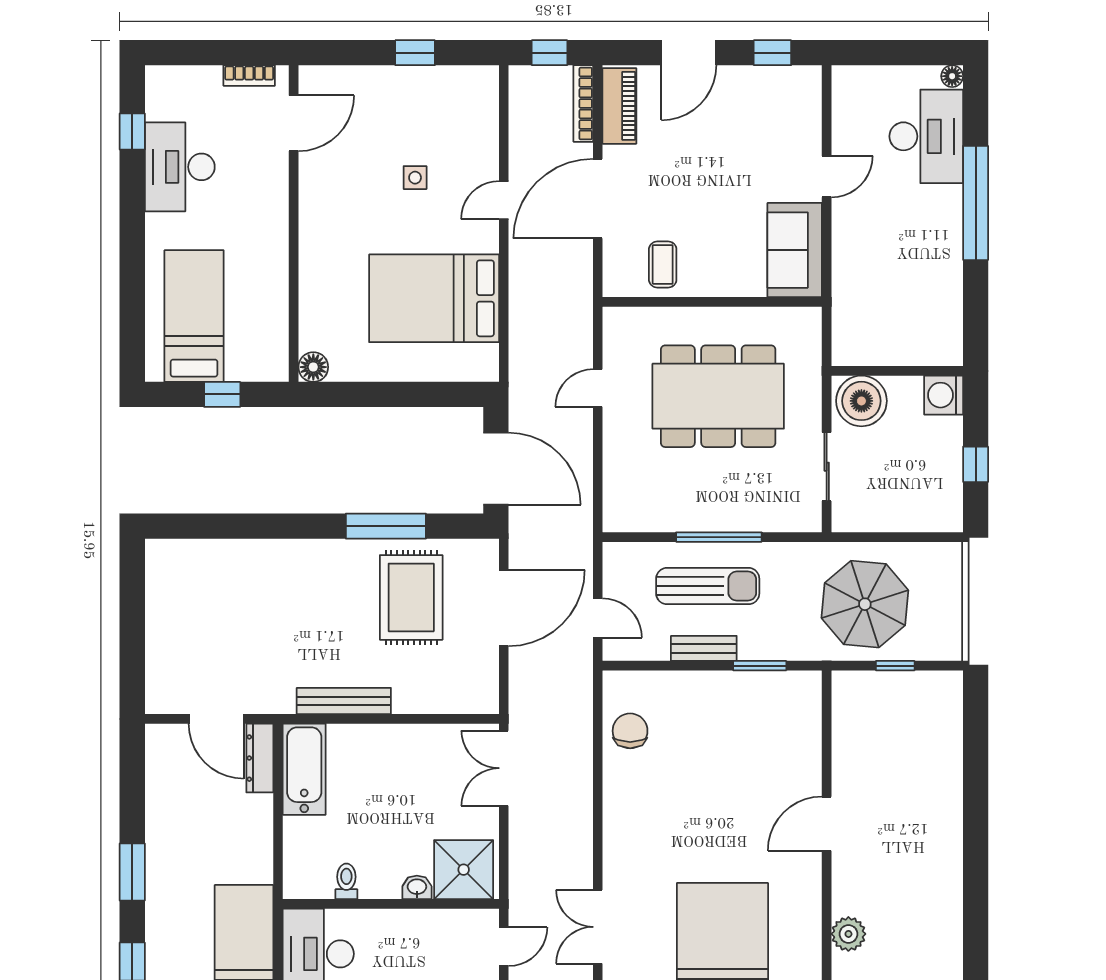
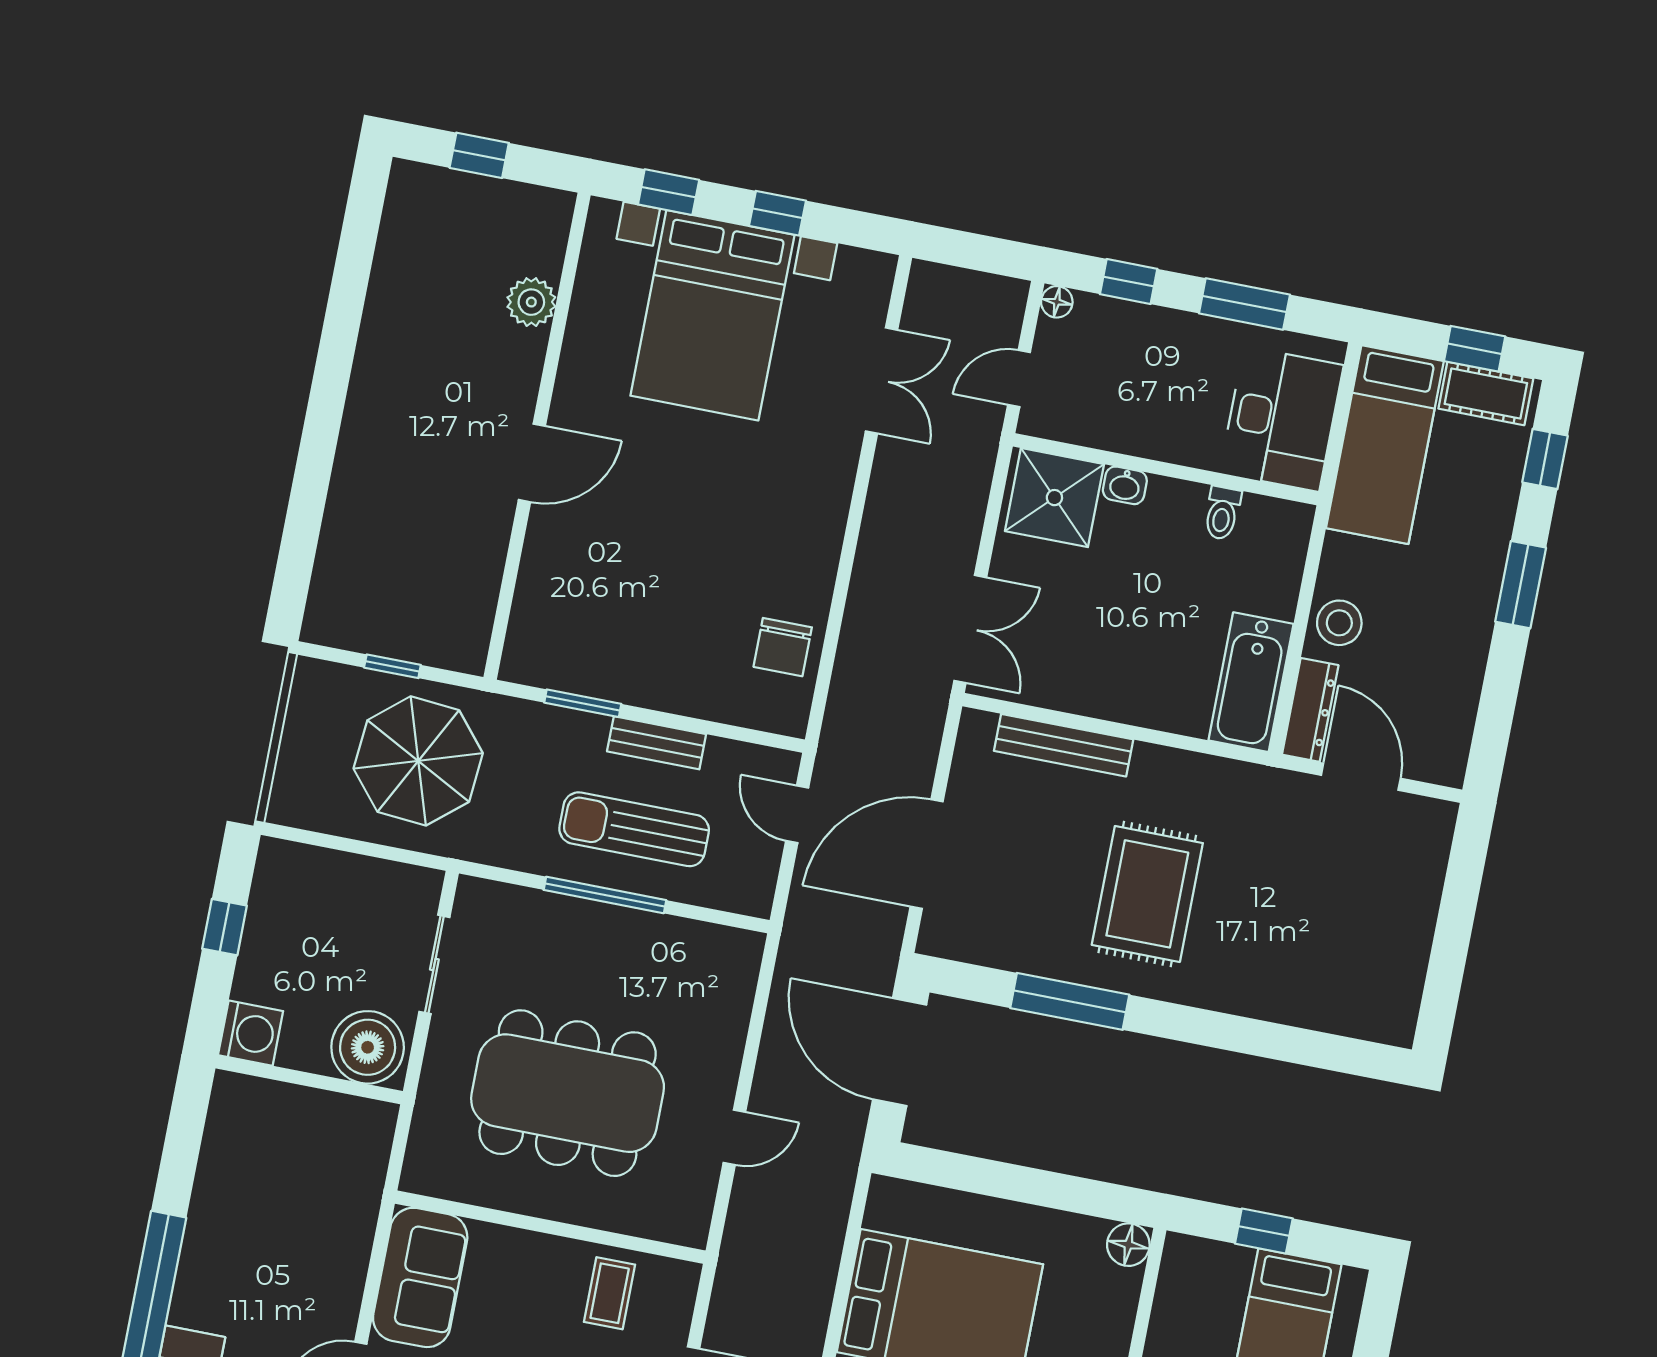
rug: (411, 597) -> (1147, 894), moved
bench: (344, 701) -> (1064, 745), moved
stool: (251, 822) -> (1339, 623), added

